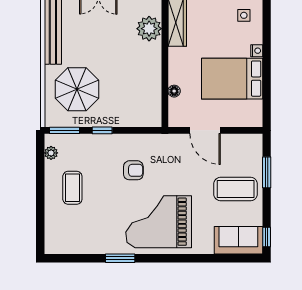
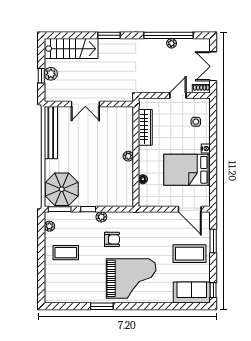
plant: (149, 29) -> (128, 156), moved, width x0.53, depth x0.53
parasol: (77, 89) -> (62, 189), moved
door: (205, 130) -> (190, 209), moved
plant: (119, 141) -> (101, 217), added
coffee table: (72, 188) -> (66, 253), turned 90
grand piano: (159, 222) -> (131, 278), turned 180

